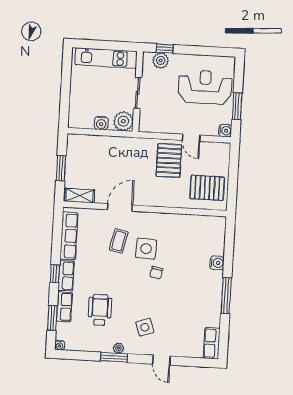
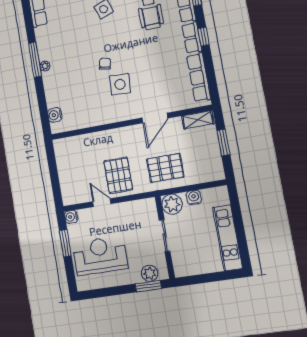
window: (165, 49) -> (148, 286), width x1.50
kitchen unit: (106, 58) -> (227, 238), moved, turned -90
reception desk: (205, 87) -> (100, 256), turned 180
pallet: (207, 188) -> (165, 168), moved
coffee table: (119, 241) -> (148, 85), removed
water cooler: (217, 263) -> (55, 115), moved
plant: (217, 286) -> (45, 66), added

